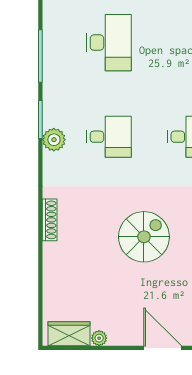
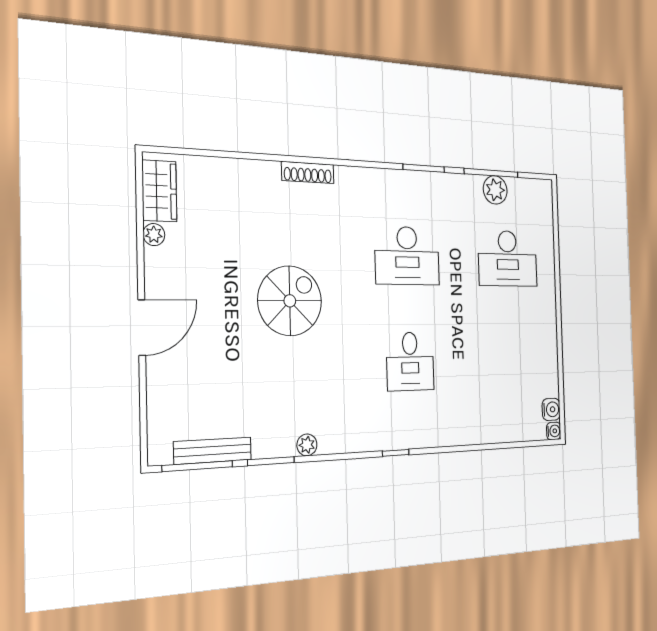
desk: (109, 137) -> (407, 256), width x1.37
plant: (54, 140) -> (495, 190), moved
spiral stairs: (144, 237) -> (290, 301), turned -90

